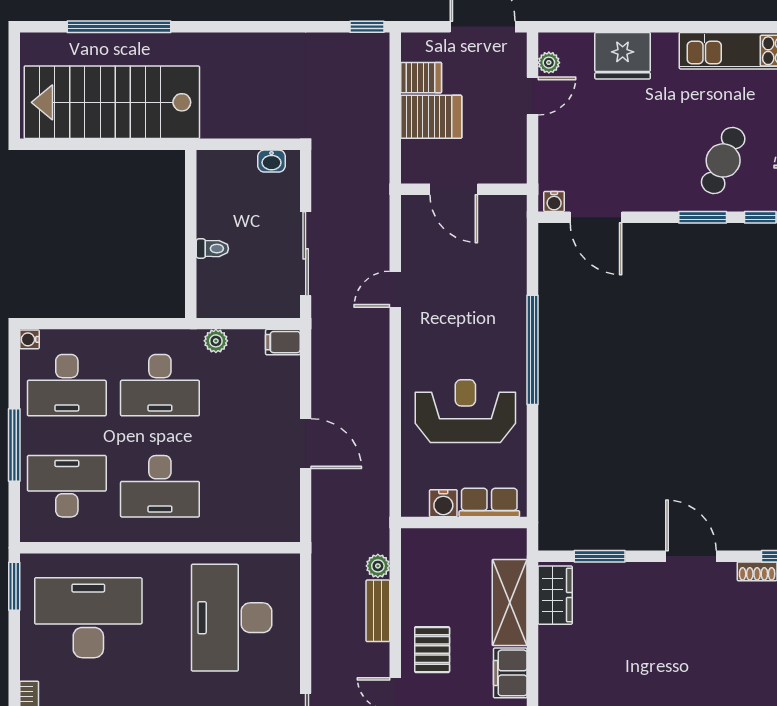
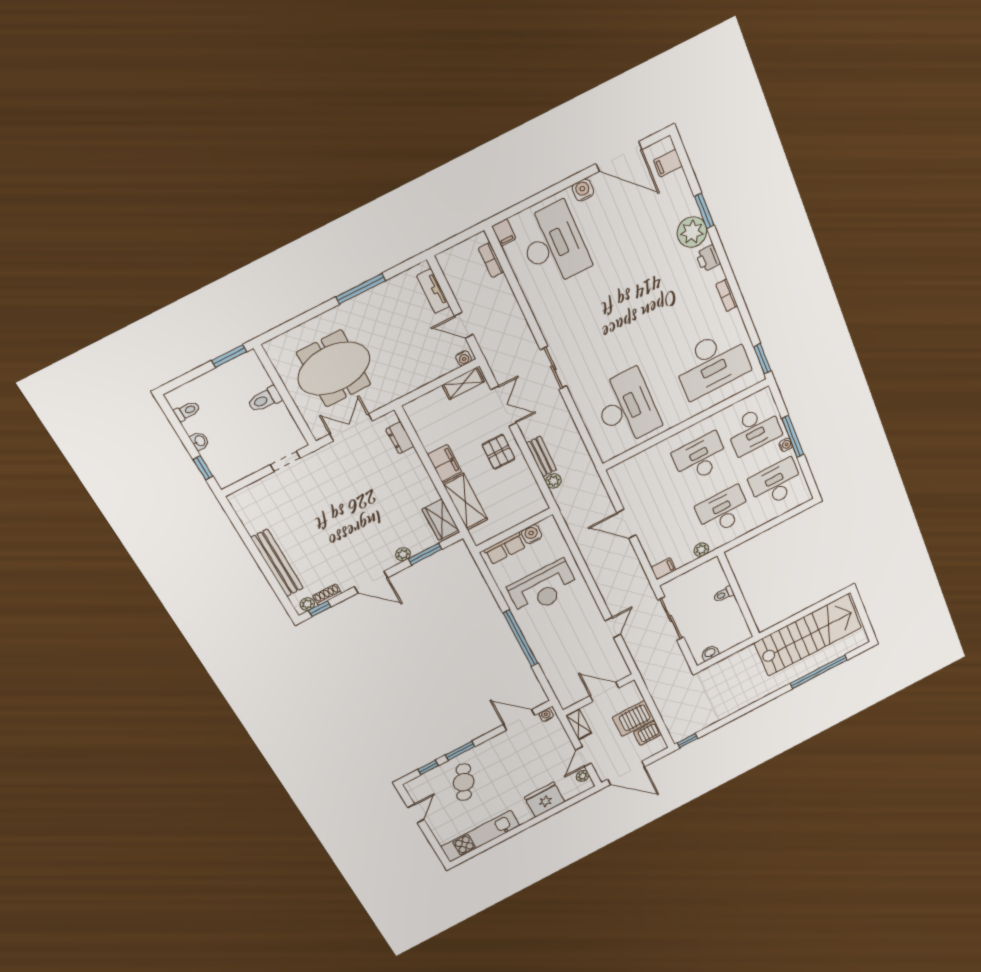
shelving: (515, 156) -> (579, 724), added
water cooler: (29, 339) -> (786, 445), moved
plant: (629, 573) -> (403, 554), added

